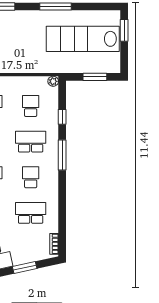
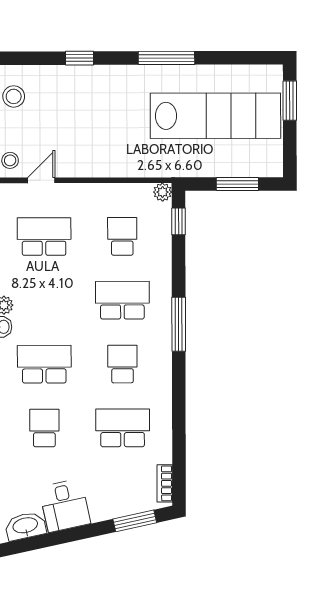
lab bench: (83, 39) -> (215, 116), turned 180
window: (62, 117) -> (179, 221), moved
window: (25, 267) -> (135, 521), moved

